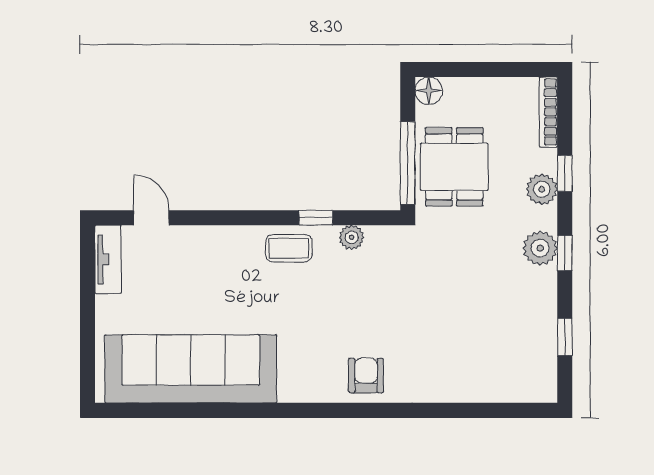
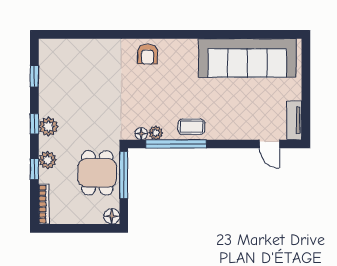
window: (316, 218) -> (176, 144), width x3.17
floor lamp: (377, 236) -> (141, 134), added

